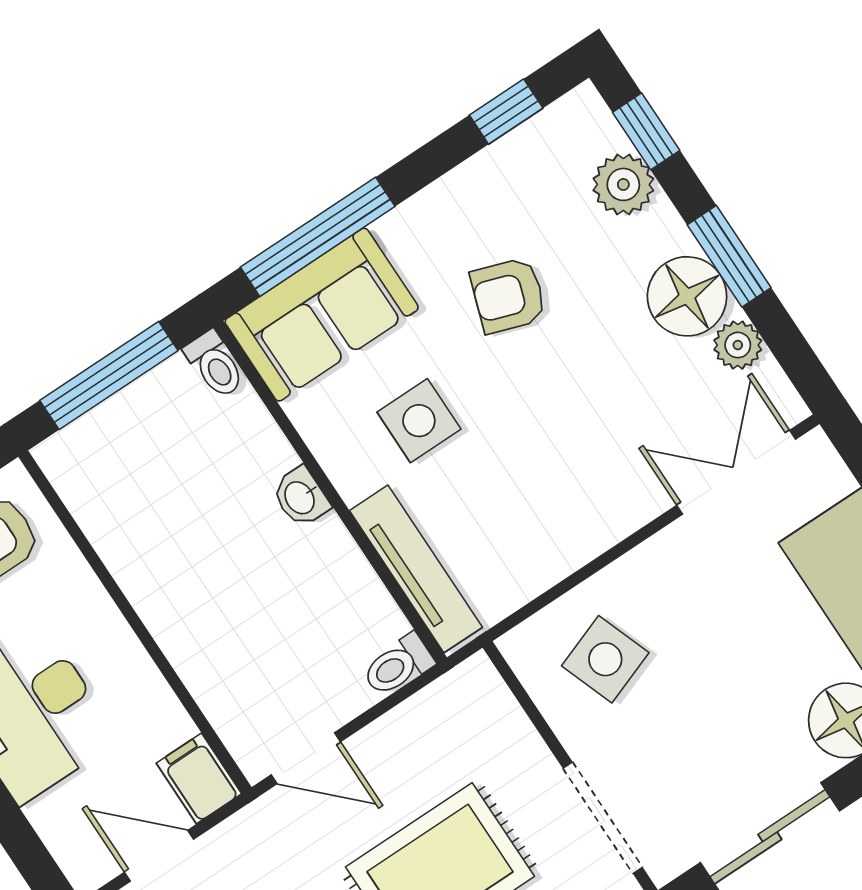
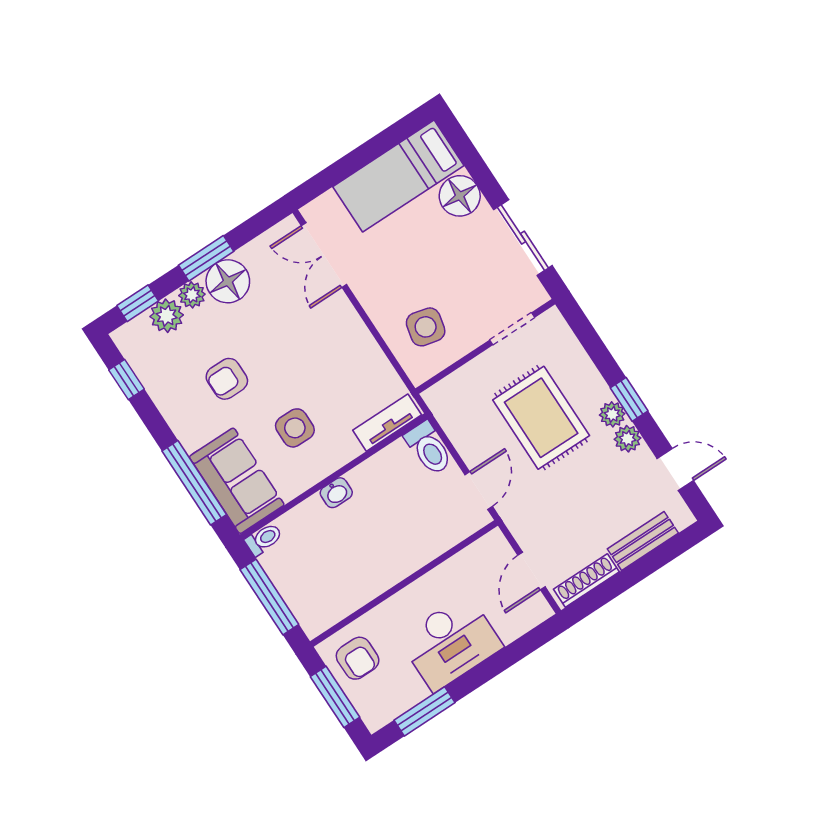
armchair: (508, 295) -> (227, 379), turned 71
plant: (738, 345) -> (192, 295), moved
tv unit: (416, 569) -> (387, 423), width x0.71
side table: (605, 659) -> (426, 327), turned 33
toilet: (398, 665) -> (429, 448), width x1.37, depth x1.39
filing cabinet: (199, 778) -> (489, 549), removed
doorway: (603, 818) -> (512, 329), width x0.73

